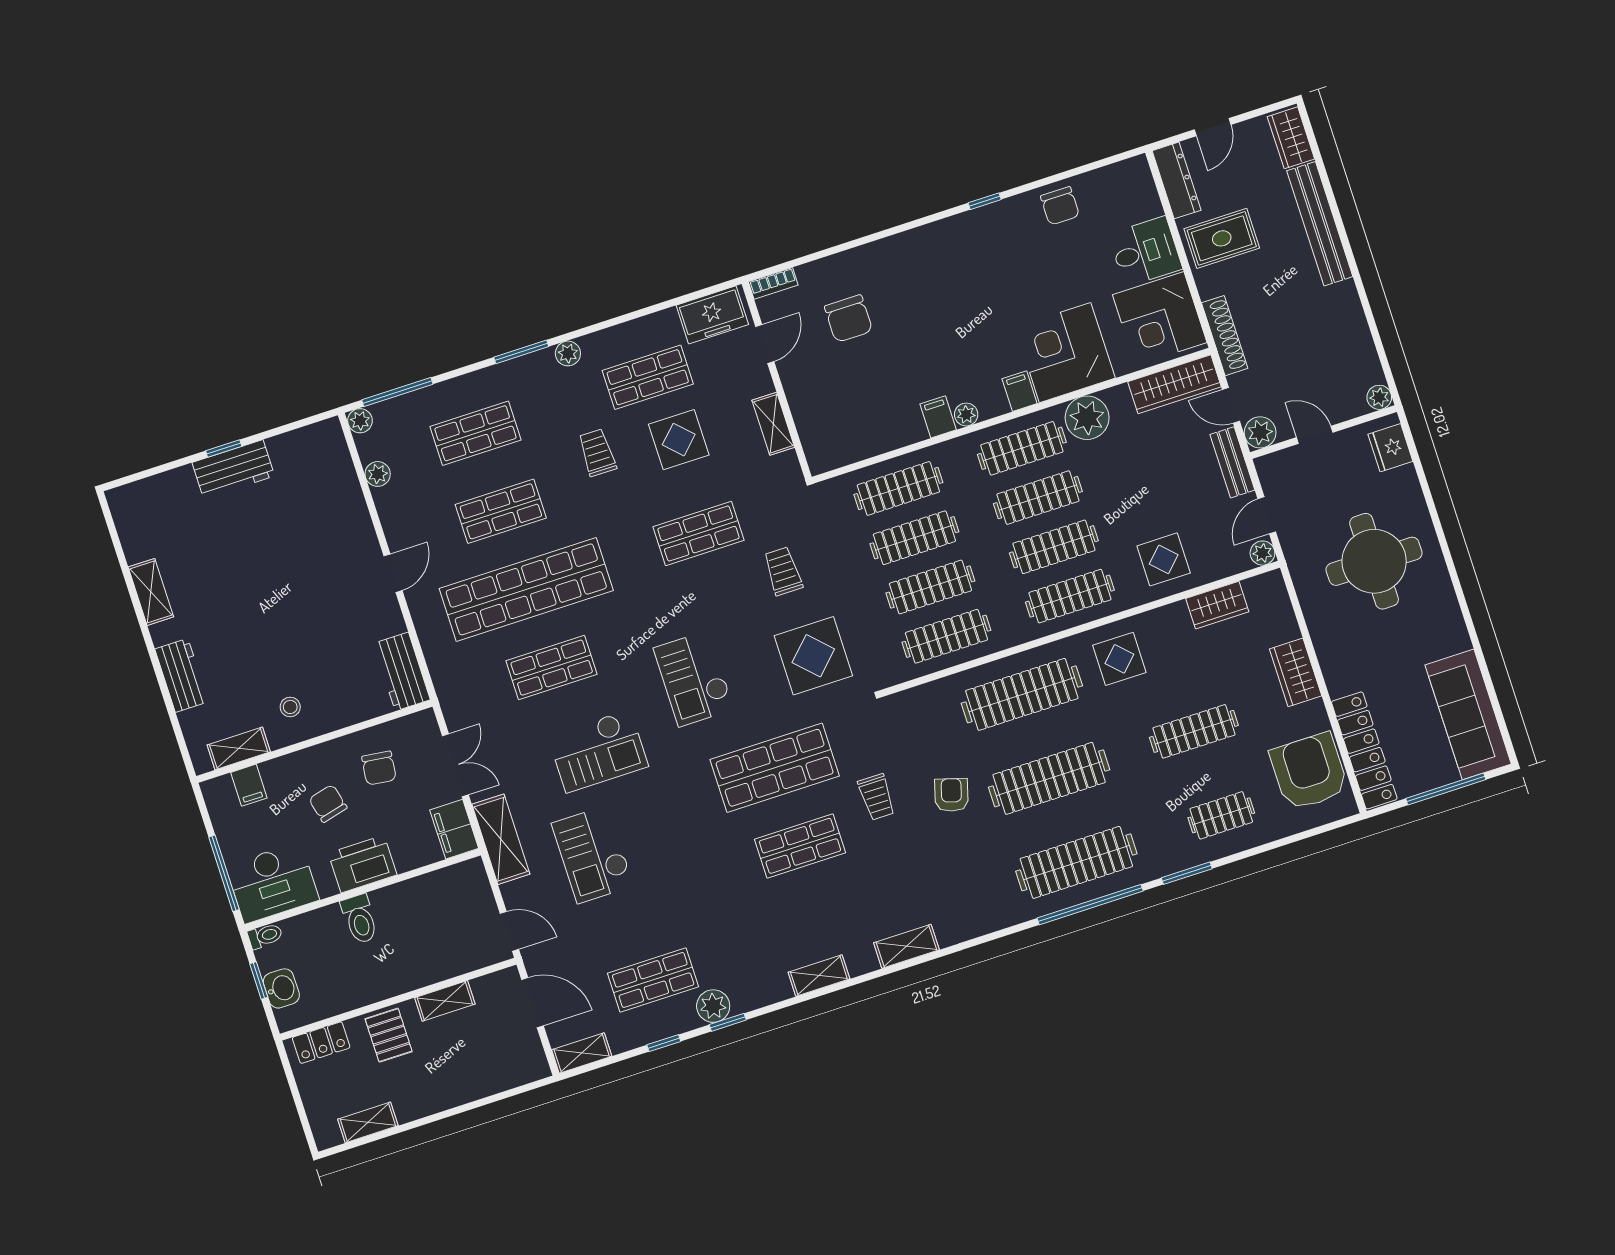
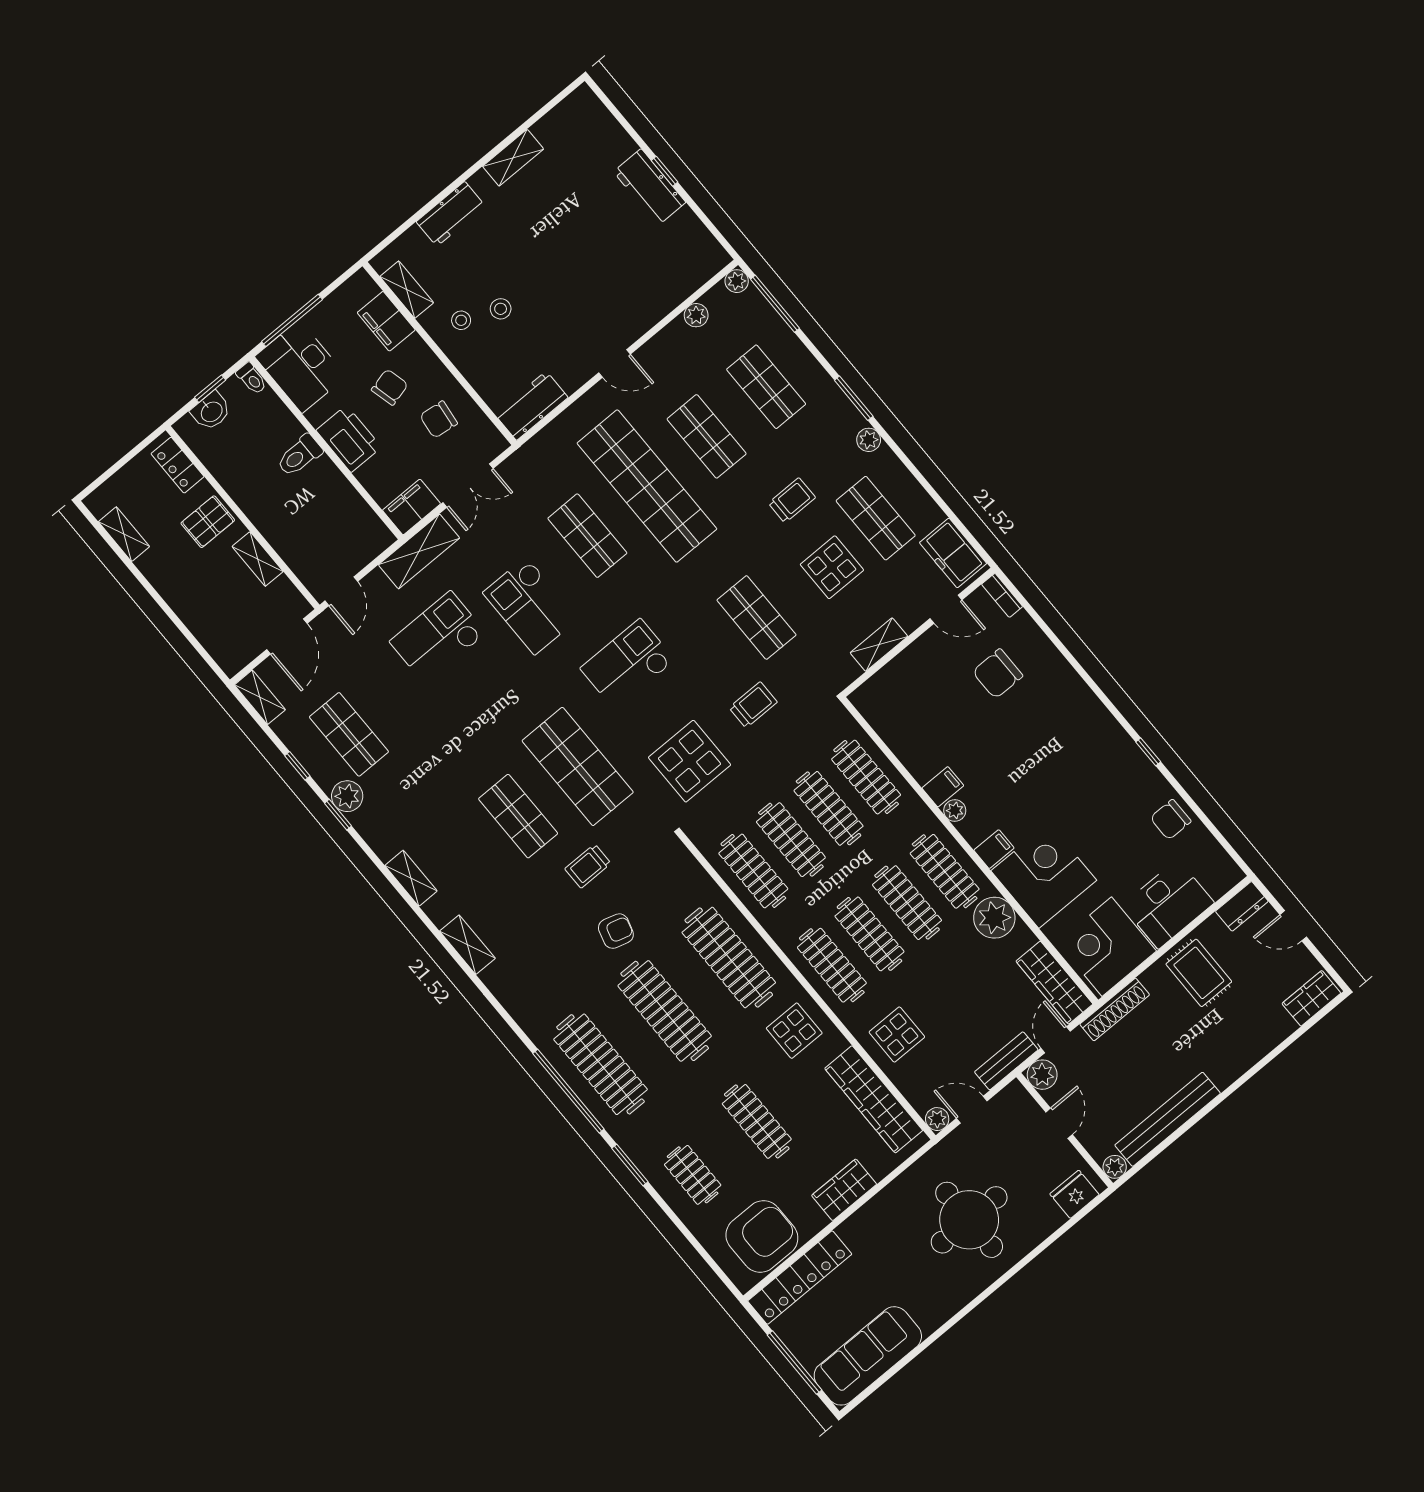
dresser: (1177, 180) -> (1242, 906), width x0.70
bench: (1320, 224) -> (1168, 1119), moved
desk: (1145, 252) -> (1168, 904), width x1.37
wardrobe: (1217, 605) -> (874, 1099), width x2.10, depth x1.17
stool: (294, 664) -> (501, 309), added
filing cabinet: (249, 785) -> (386, 321), width x2.00

